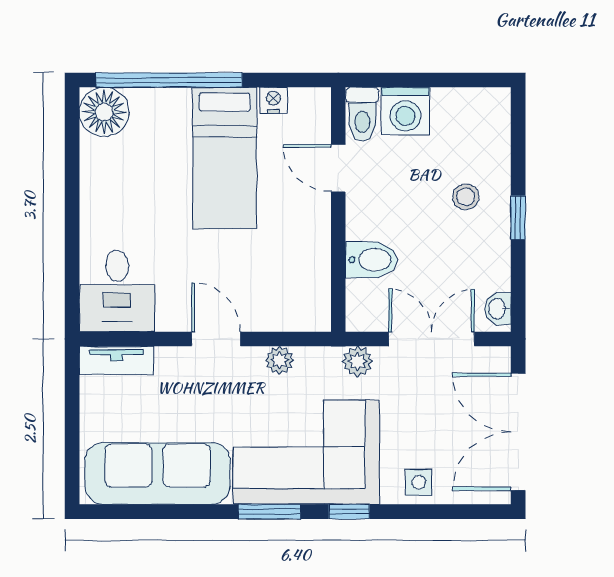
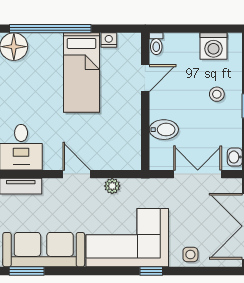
washing machine: (405, 111) -> (213, 46), moved
toilet: (362, 114) -> (156, 44), width x0.73, depth x0.72
door: (338, 168) -> (145, 78), swing flipped
plant: (357, 361) -> (156, 187), removed
window: (269, 512) -> (27, 271), moved

